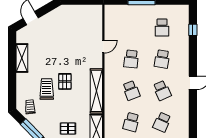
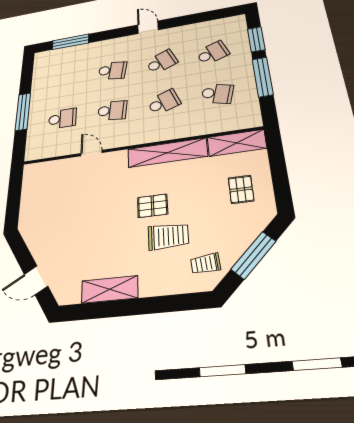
school desk: (162, 27) -> (62, 119), moved
window: (193, 30) -> (71, 42), width x2.17
trolley: (47, 89) -> (168, 236), turned 180
school desk: (162, 122) -> (213, 53), turned -45

